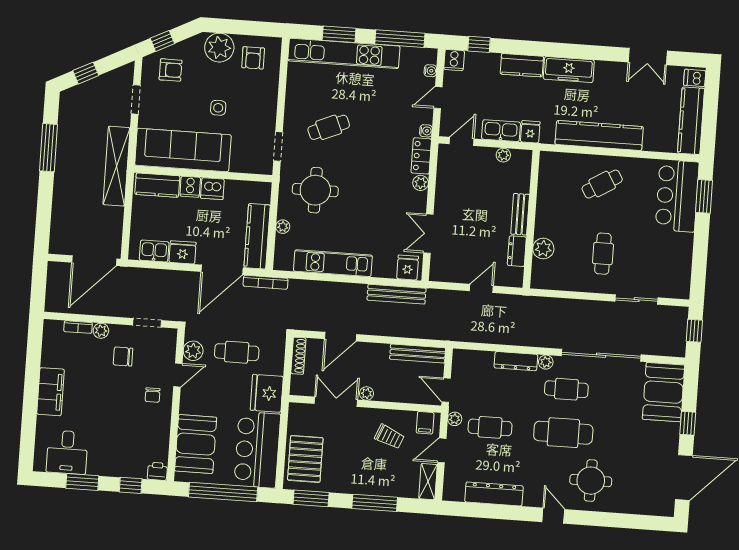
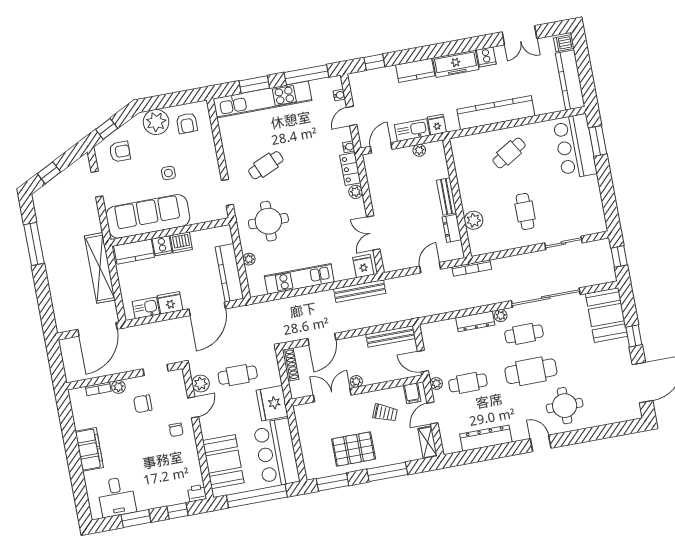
cooker: (454, 60) -> (486, 57), moved
shelving: (117, 166) -> (100, 268), moved
bookcase: (266, 282) -> (472, 268), moved
pallet: (305, 459) -> (354, 449), moved, turned 90

